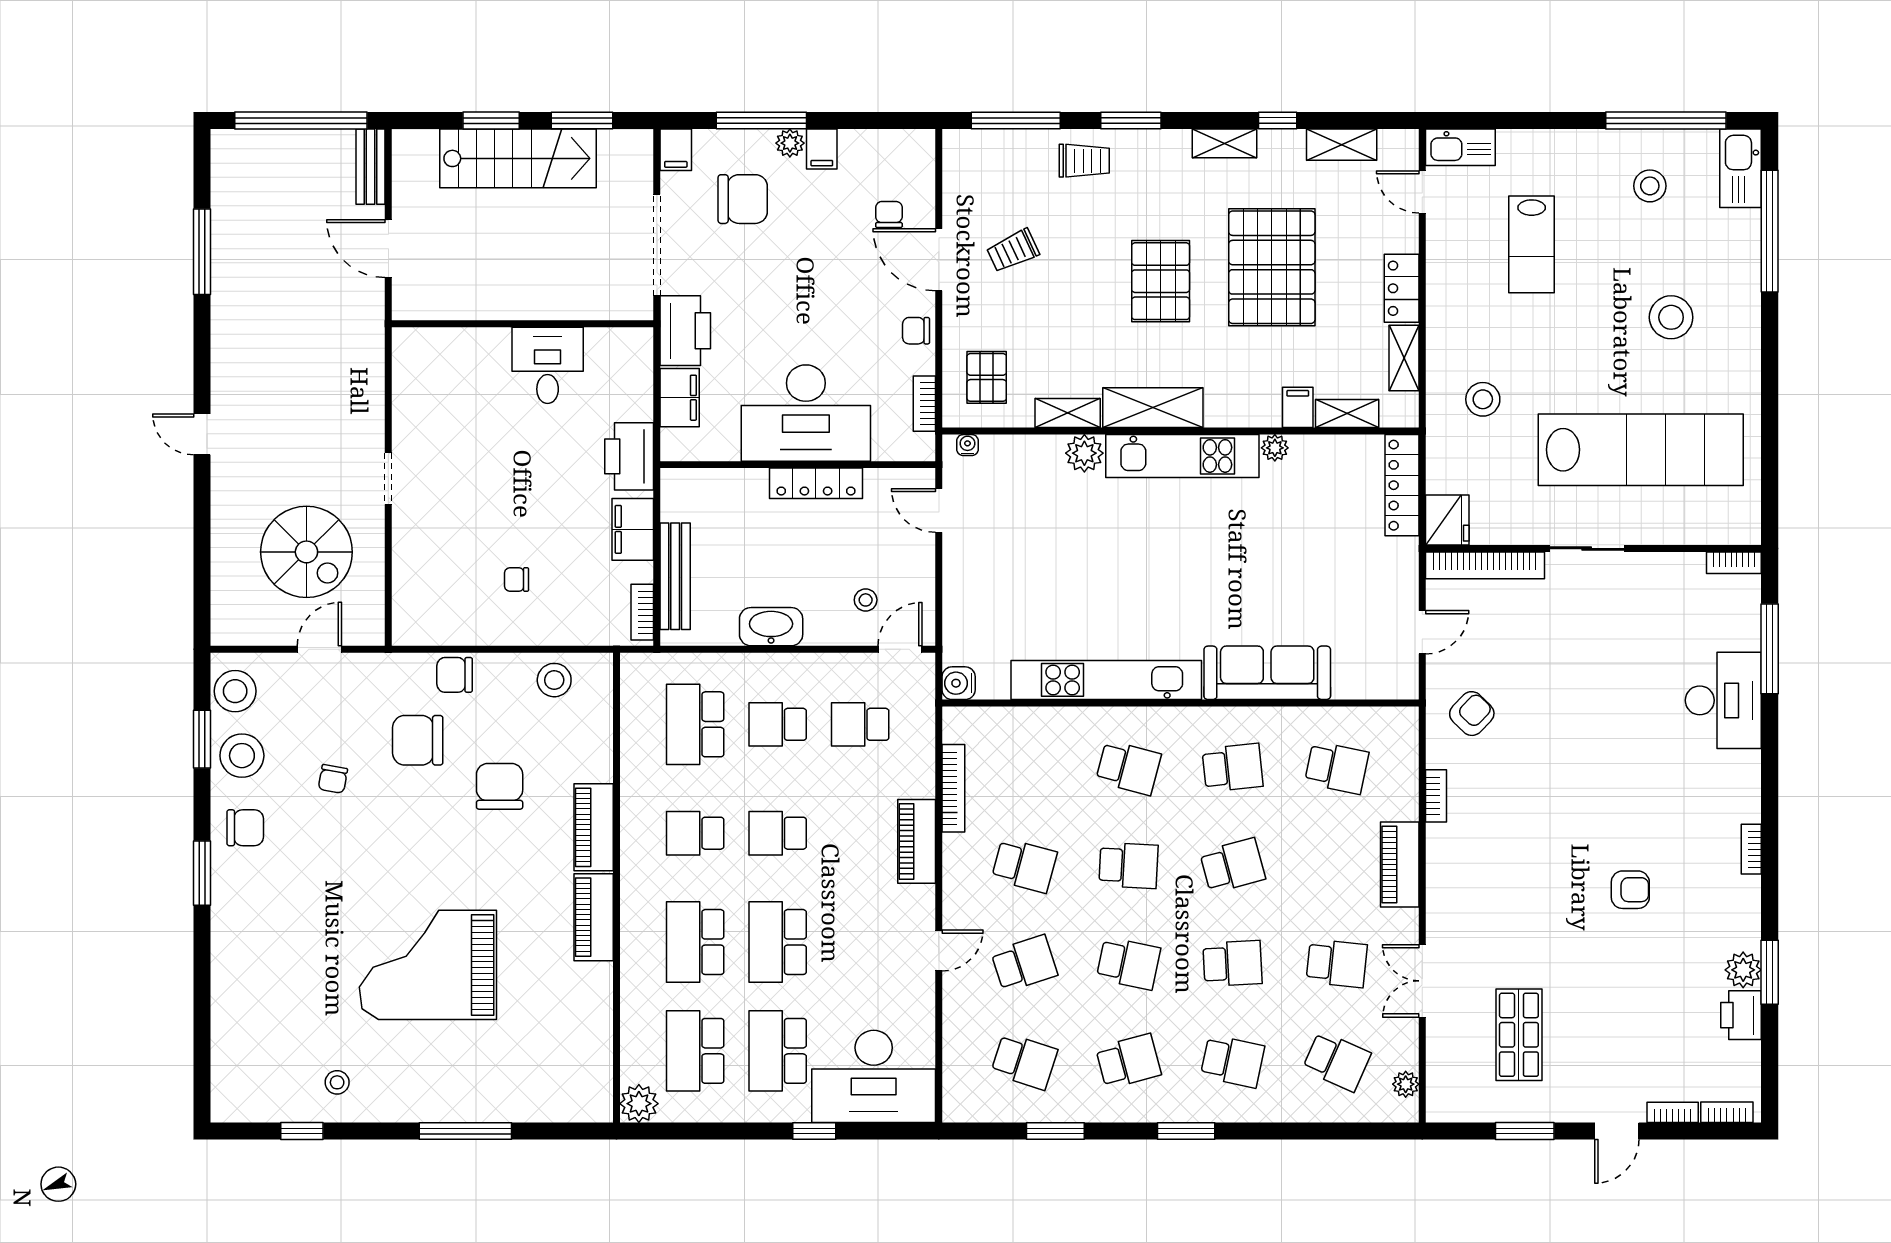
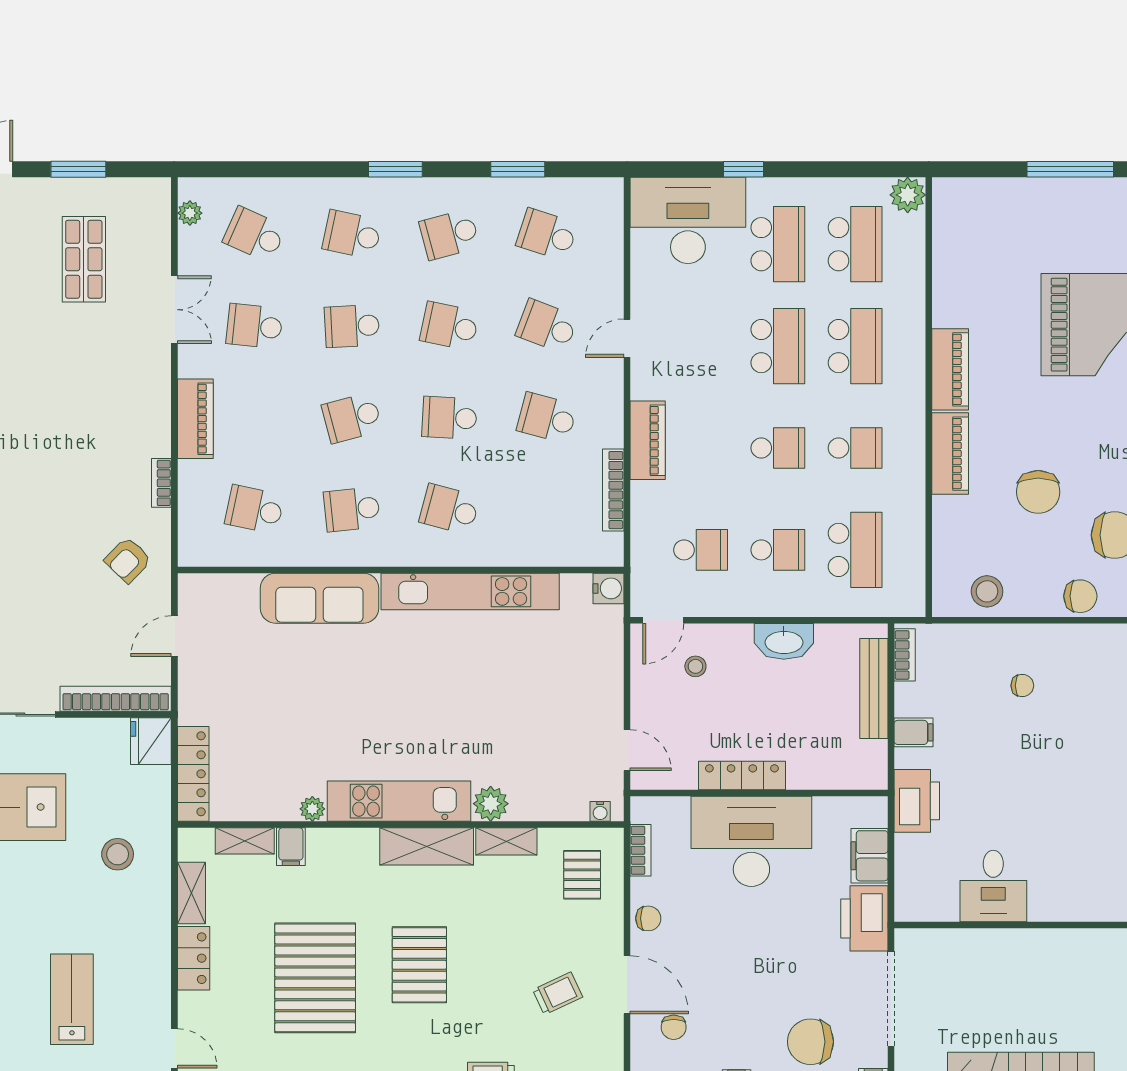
filing cabinet: (633, 529) -> (913, 732), width x0.50
school desk: (1024, 963) -> (547, 326), turned 39

